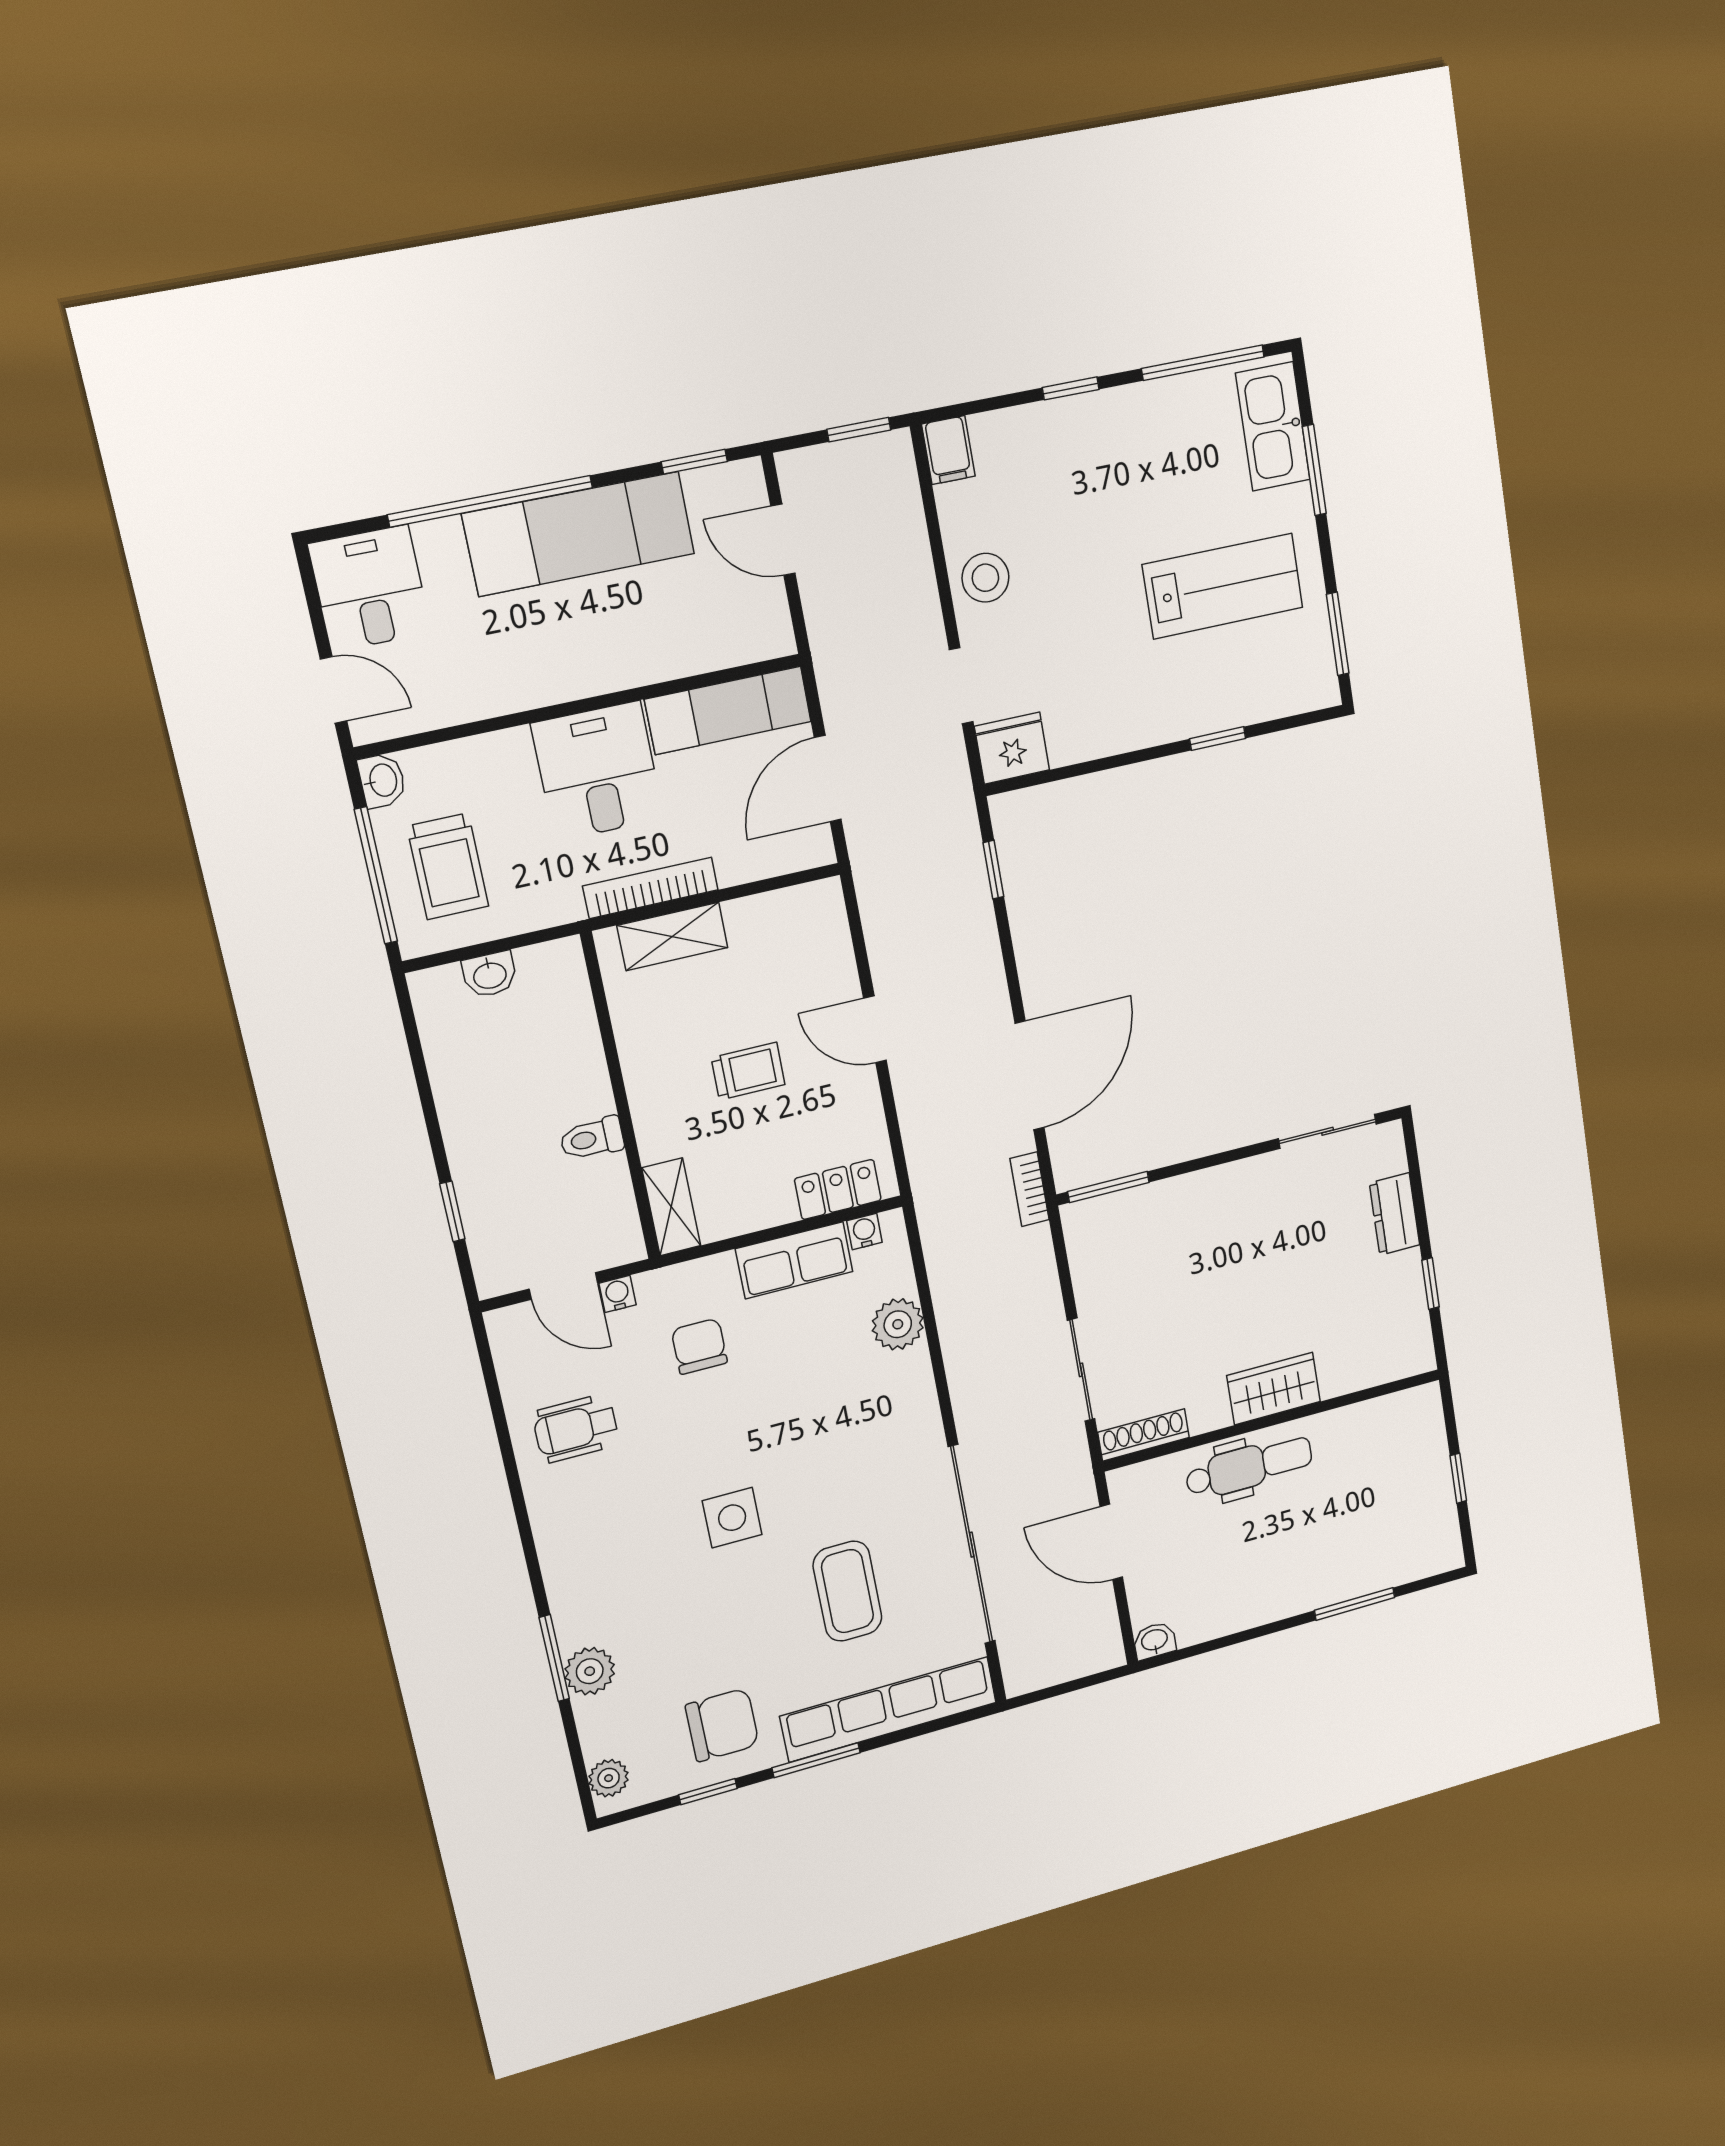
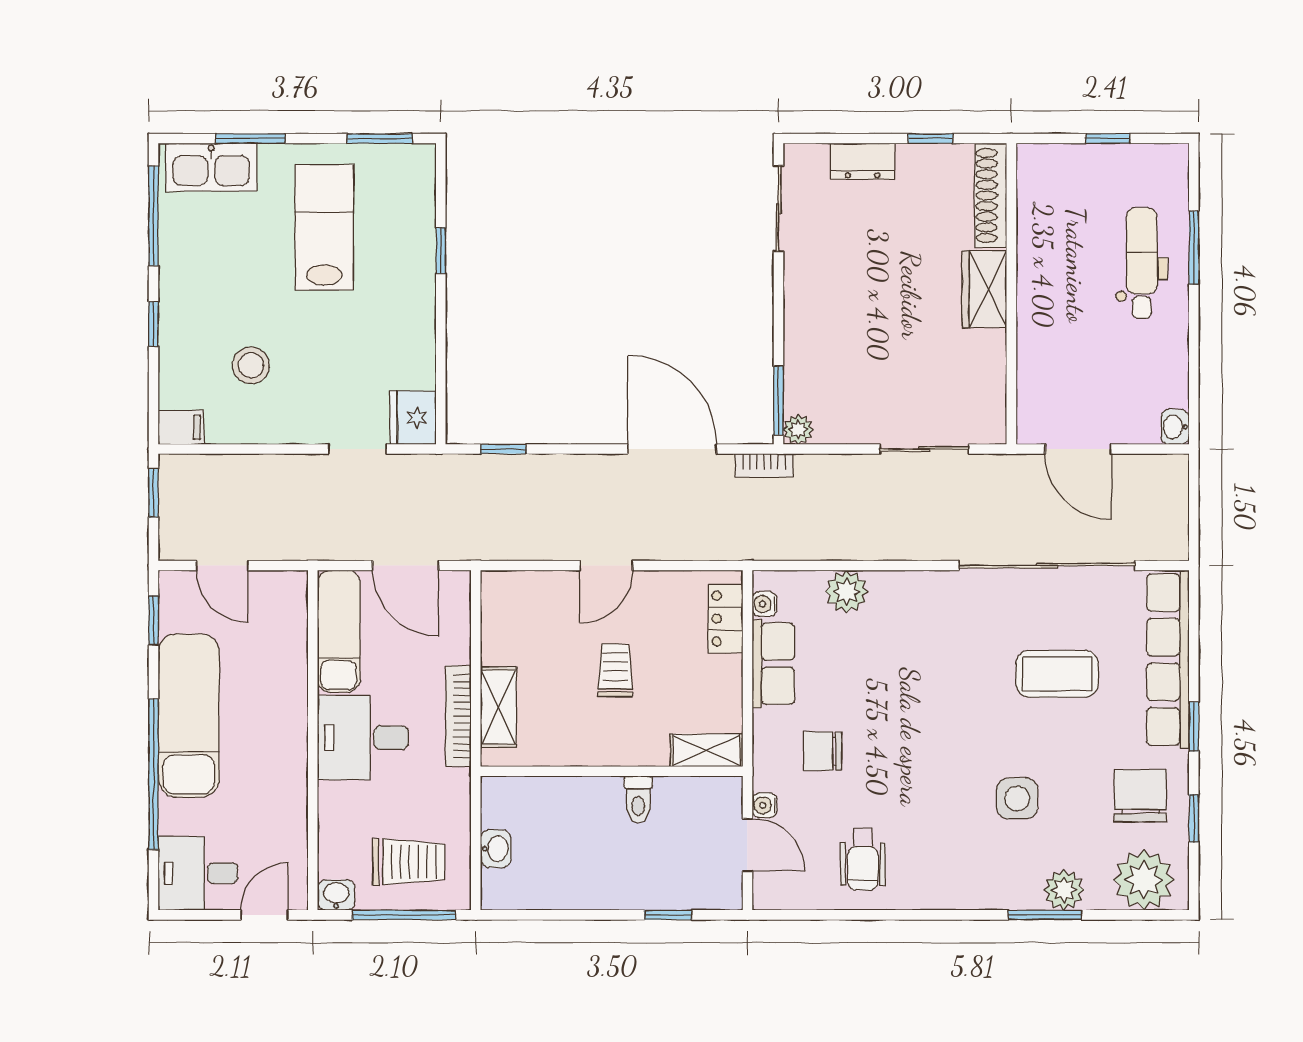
door: (783, 540) -> (222, 566), hinge flipped
stool: (985, 578) -> (251, 365), moved
plant: (1078, 1218) -> (798, 430), added
door: (563, 1286) -> (747, 845), hinge flipped
shoe rack: (1144, 1435) -> (991, 195), moved, width x1.36, depth x1.24
dental chair: (1249, 1467) -> (1142, 263), moved
side table: (732, 1518) -> (1017, 798), moved
door: (1111, 1542) -> (1078, 449), hinge flipped
window: (816, 1760) -> (1194, 727), width x0.67
plant: (609, 1778) -> (1144, 880), width x1.88, depth x1.88

